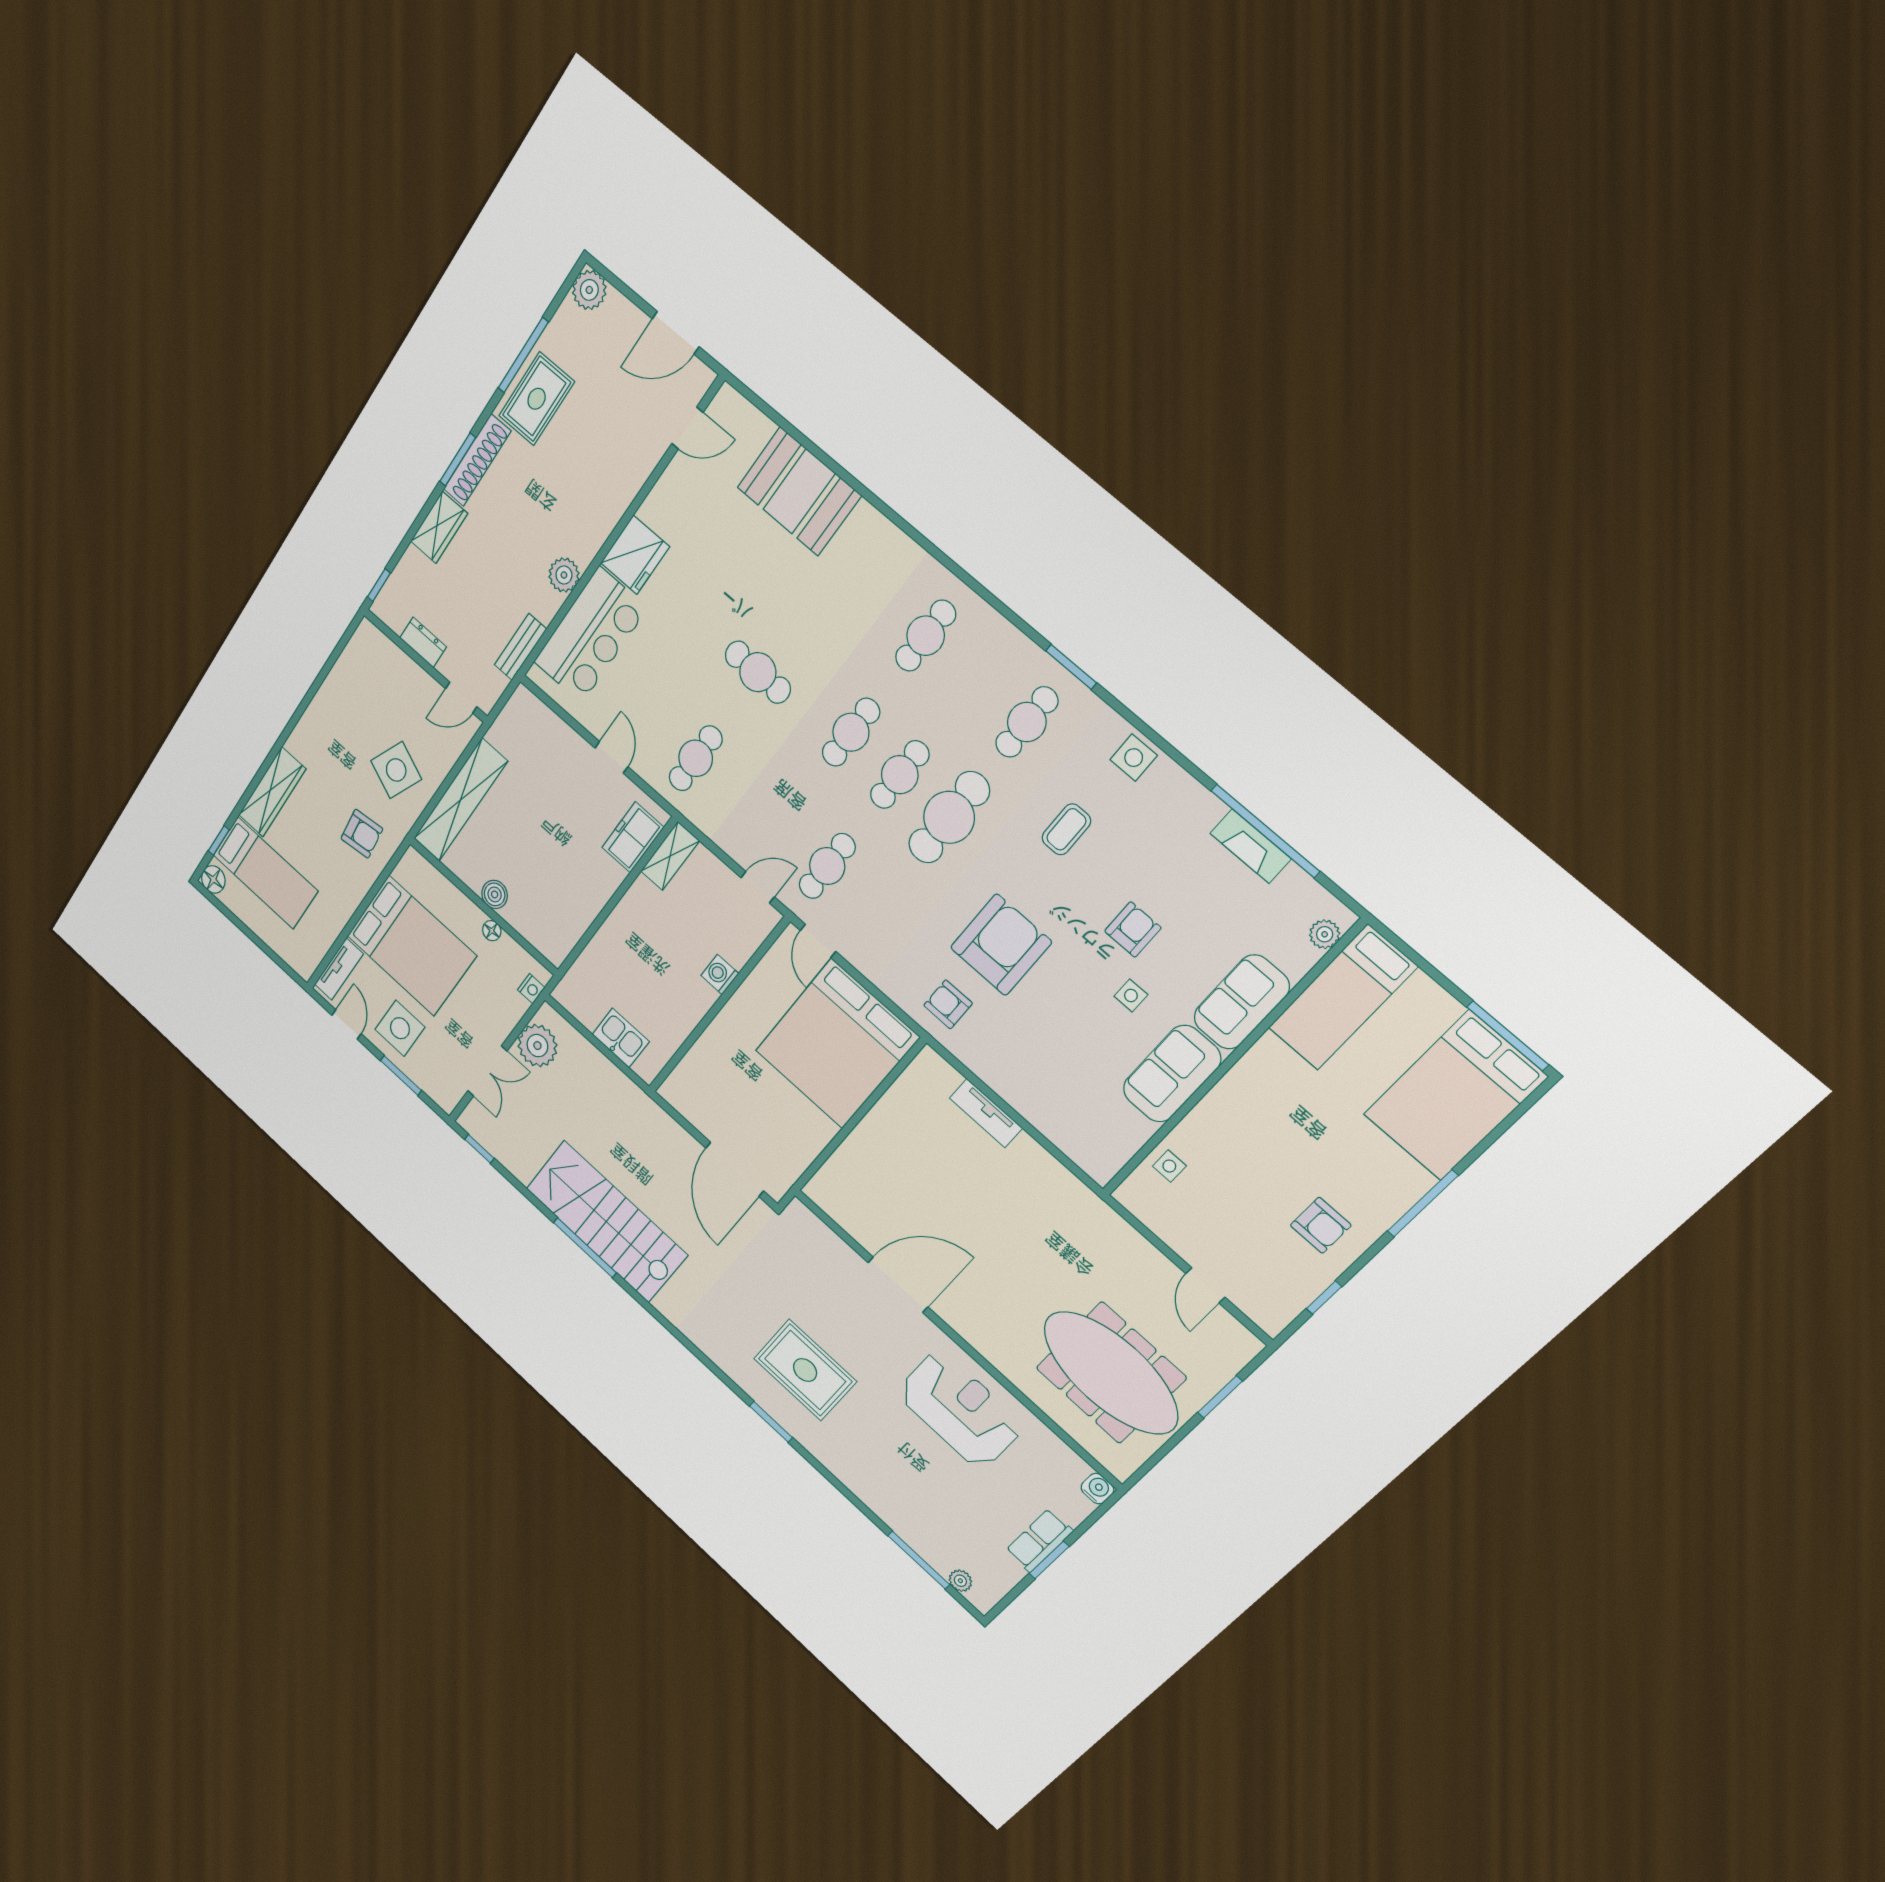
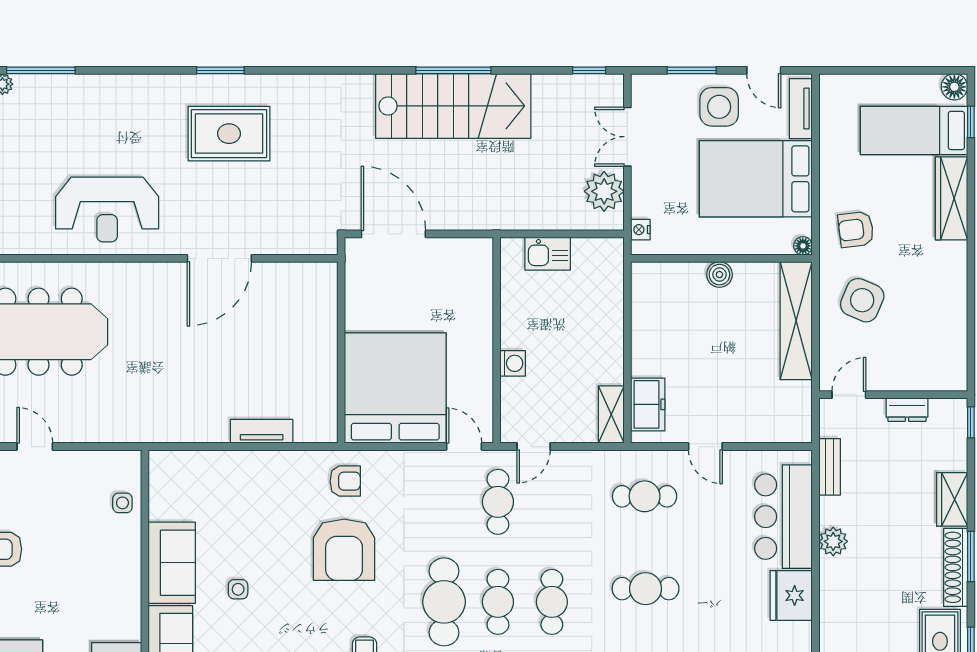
cafe table: (696, 758) -> (645, 496), turned 90
armchair: (1133, 929) -> (272, 631), removed
floor lamp: (492, 931) -> (803, 246), moved

